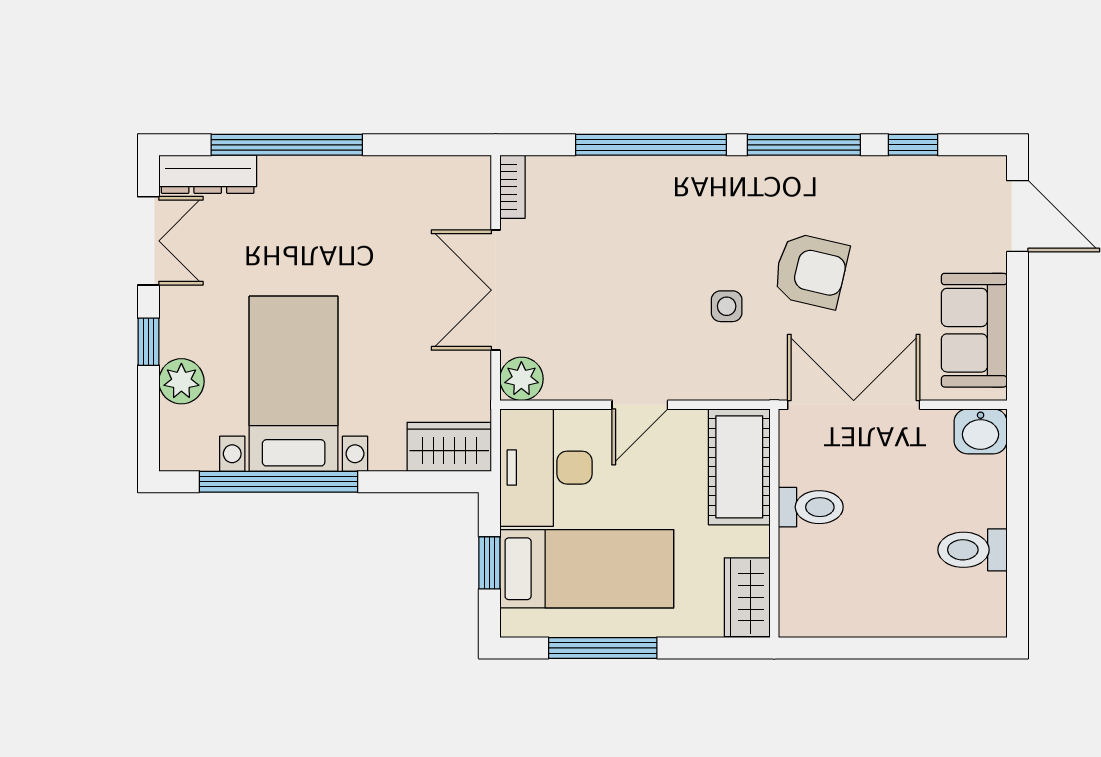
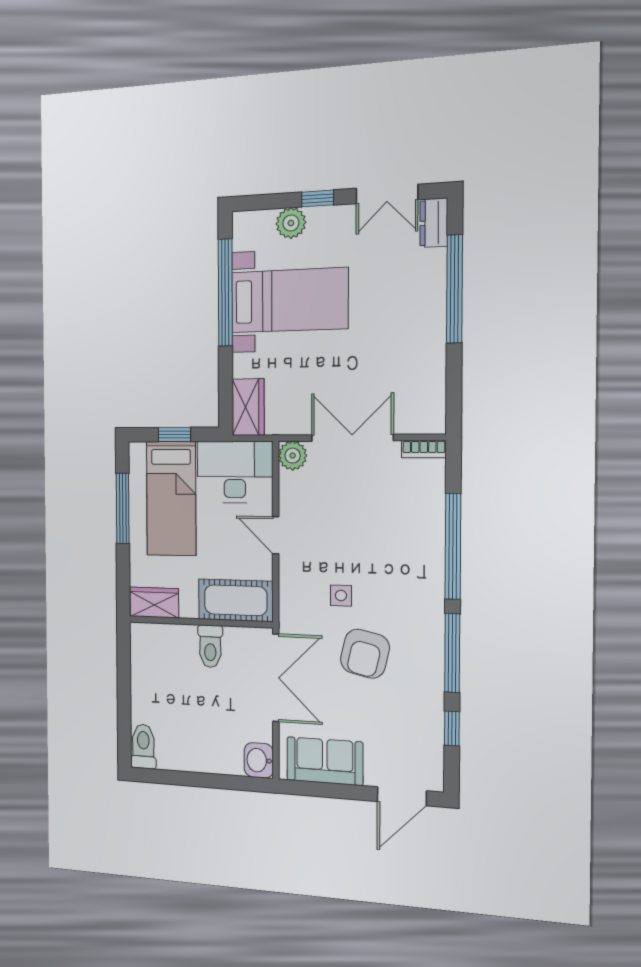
dresser: (208, 174) -> (434, 223), width x0.70
toilet: (972, 550) -> (143, 746), moved

